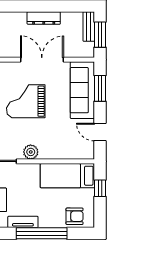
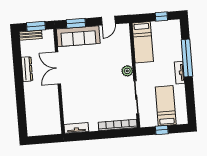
grand piano: (26, 101) -> (90, 78), removed
window: (100, 188) -> (161, 16), moved
armchair: (75, 216) -> (172, 35), removed

